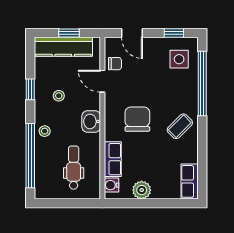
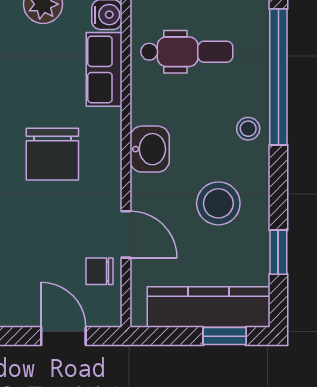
window: (69, 33) -> (225, 336), moved
window: (30, 89) -> (278, 252), moved
stool: (59, 96) -> (218, 203), width x1.89, depth x1.89
dental chair: (74, 168) -> (187, 52), turned -90

